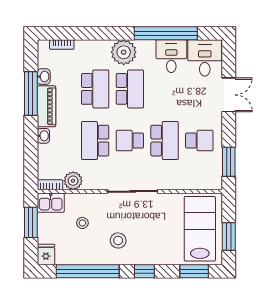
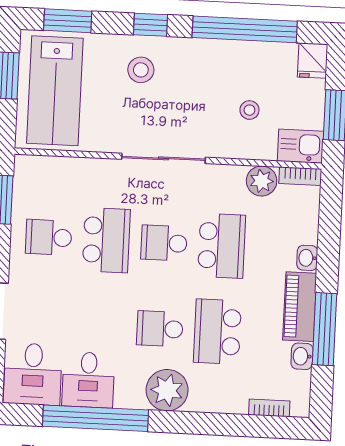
school desk: (130, 89) -> (160, 329), width x0.54
school desk: (130, 141) -> (164, 243), turned 180
school desk: (165, 141) -> (106, 240), turned 180
stool: (118, 240) -> (141, 70), moved

